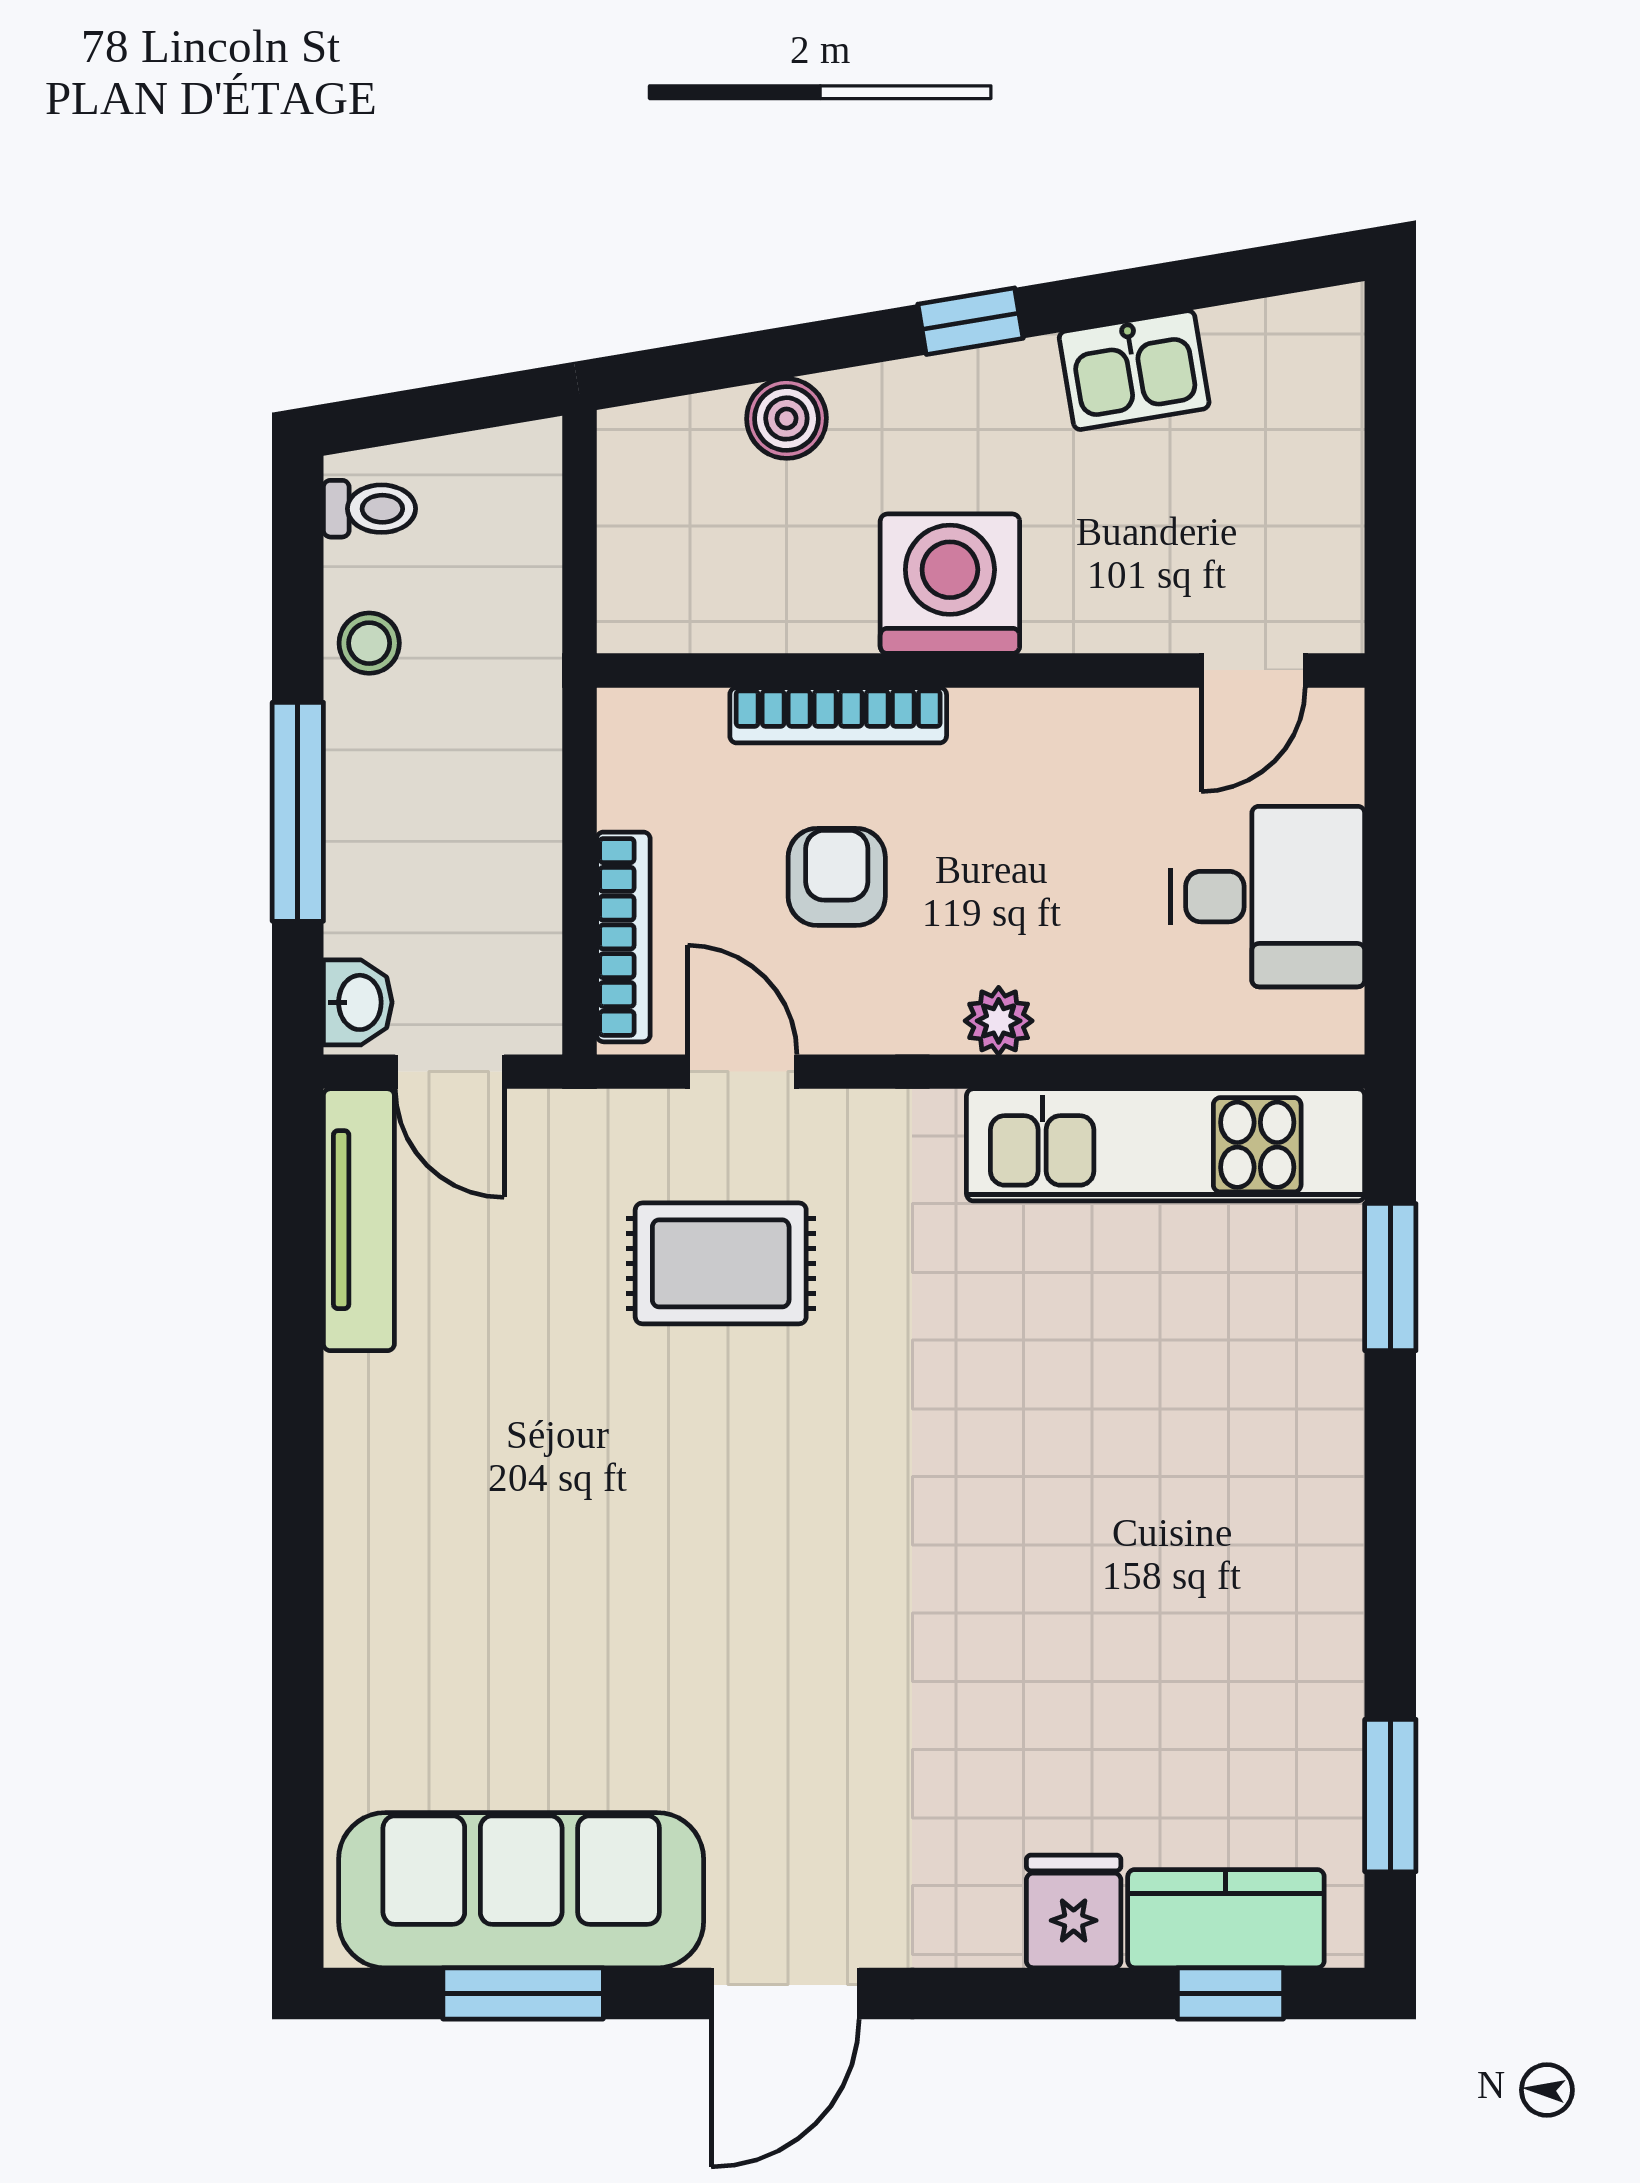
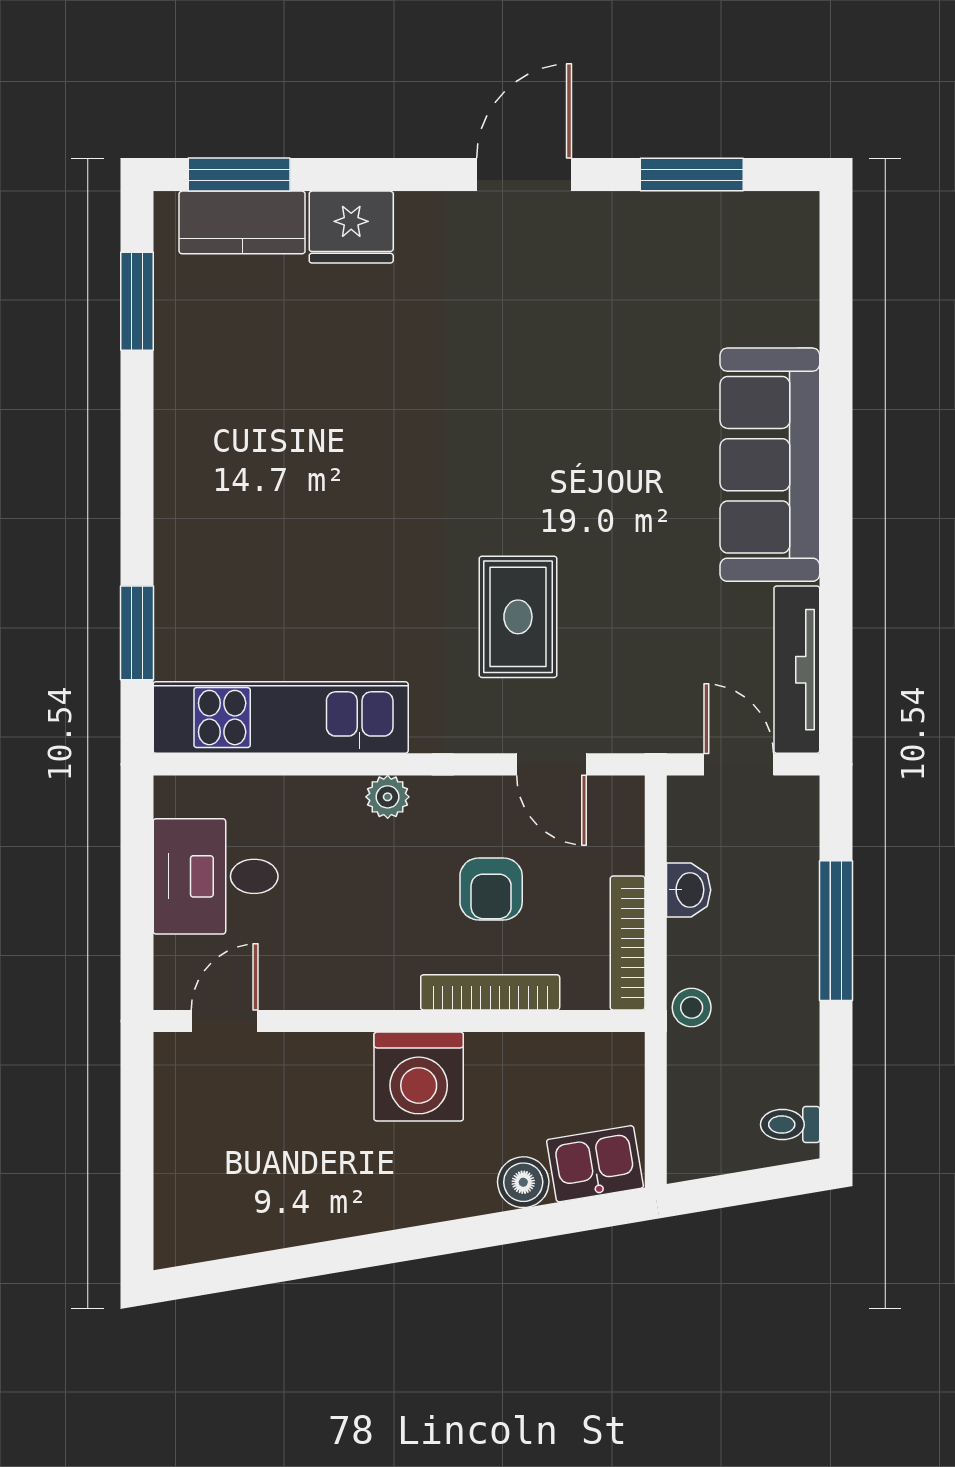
window: (970, 321) -> (406, 1244), removed
kitchen sink: (1134, 370) -> (595, 1164), moved
stool: (369, 643) -> (692, 1008), moved
bookcase: (623, 937) -> (628, 943), moved
washbasin: (358, 1002) -> (689, 890), moved, turned 180
rug: (721, 1263) -> (518, 617), moved, turned 90
sofa: (521, 1890) -> (770, 465), moved, turned 90
fridge: (1074, 1911) -> (351, 227), width x1.38
window: (1230, 1993) -> (239, 175), width x1.50

